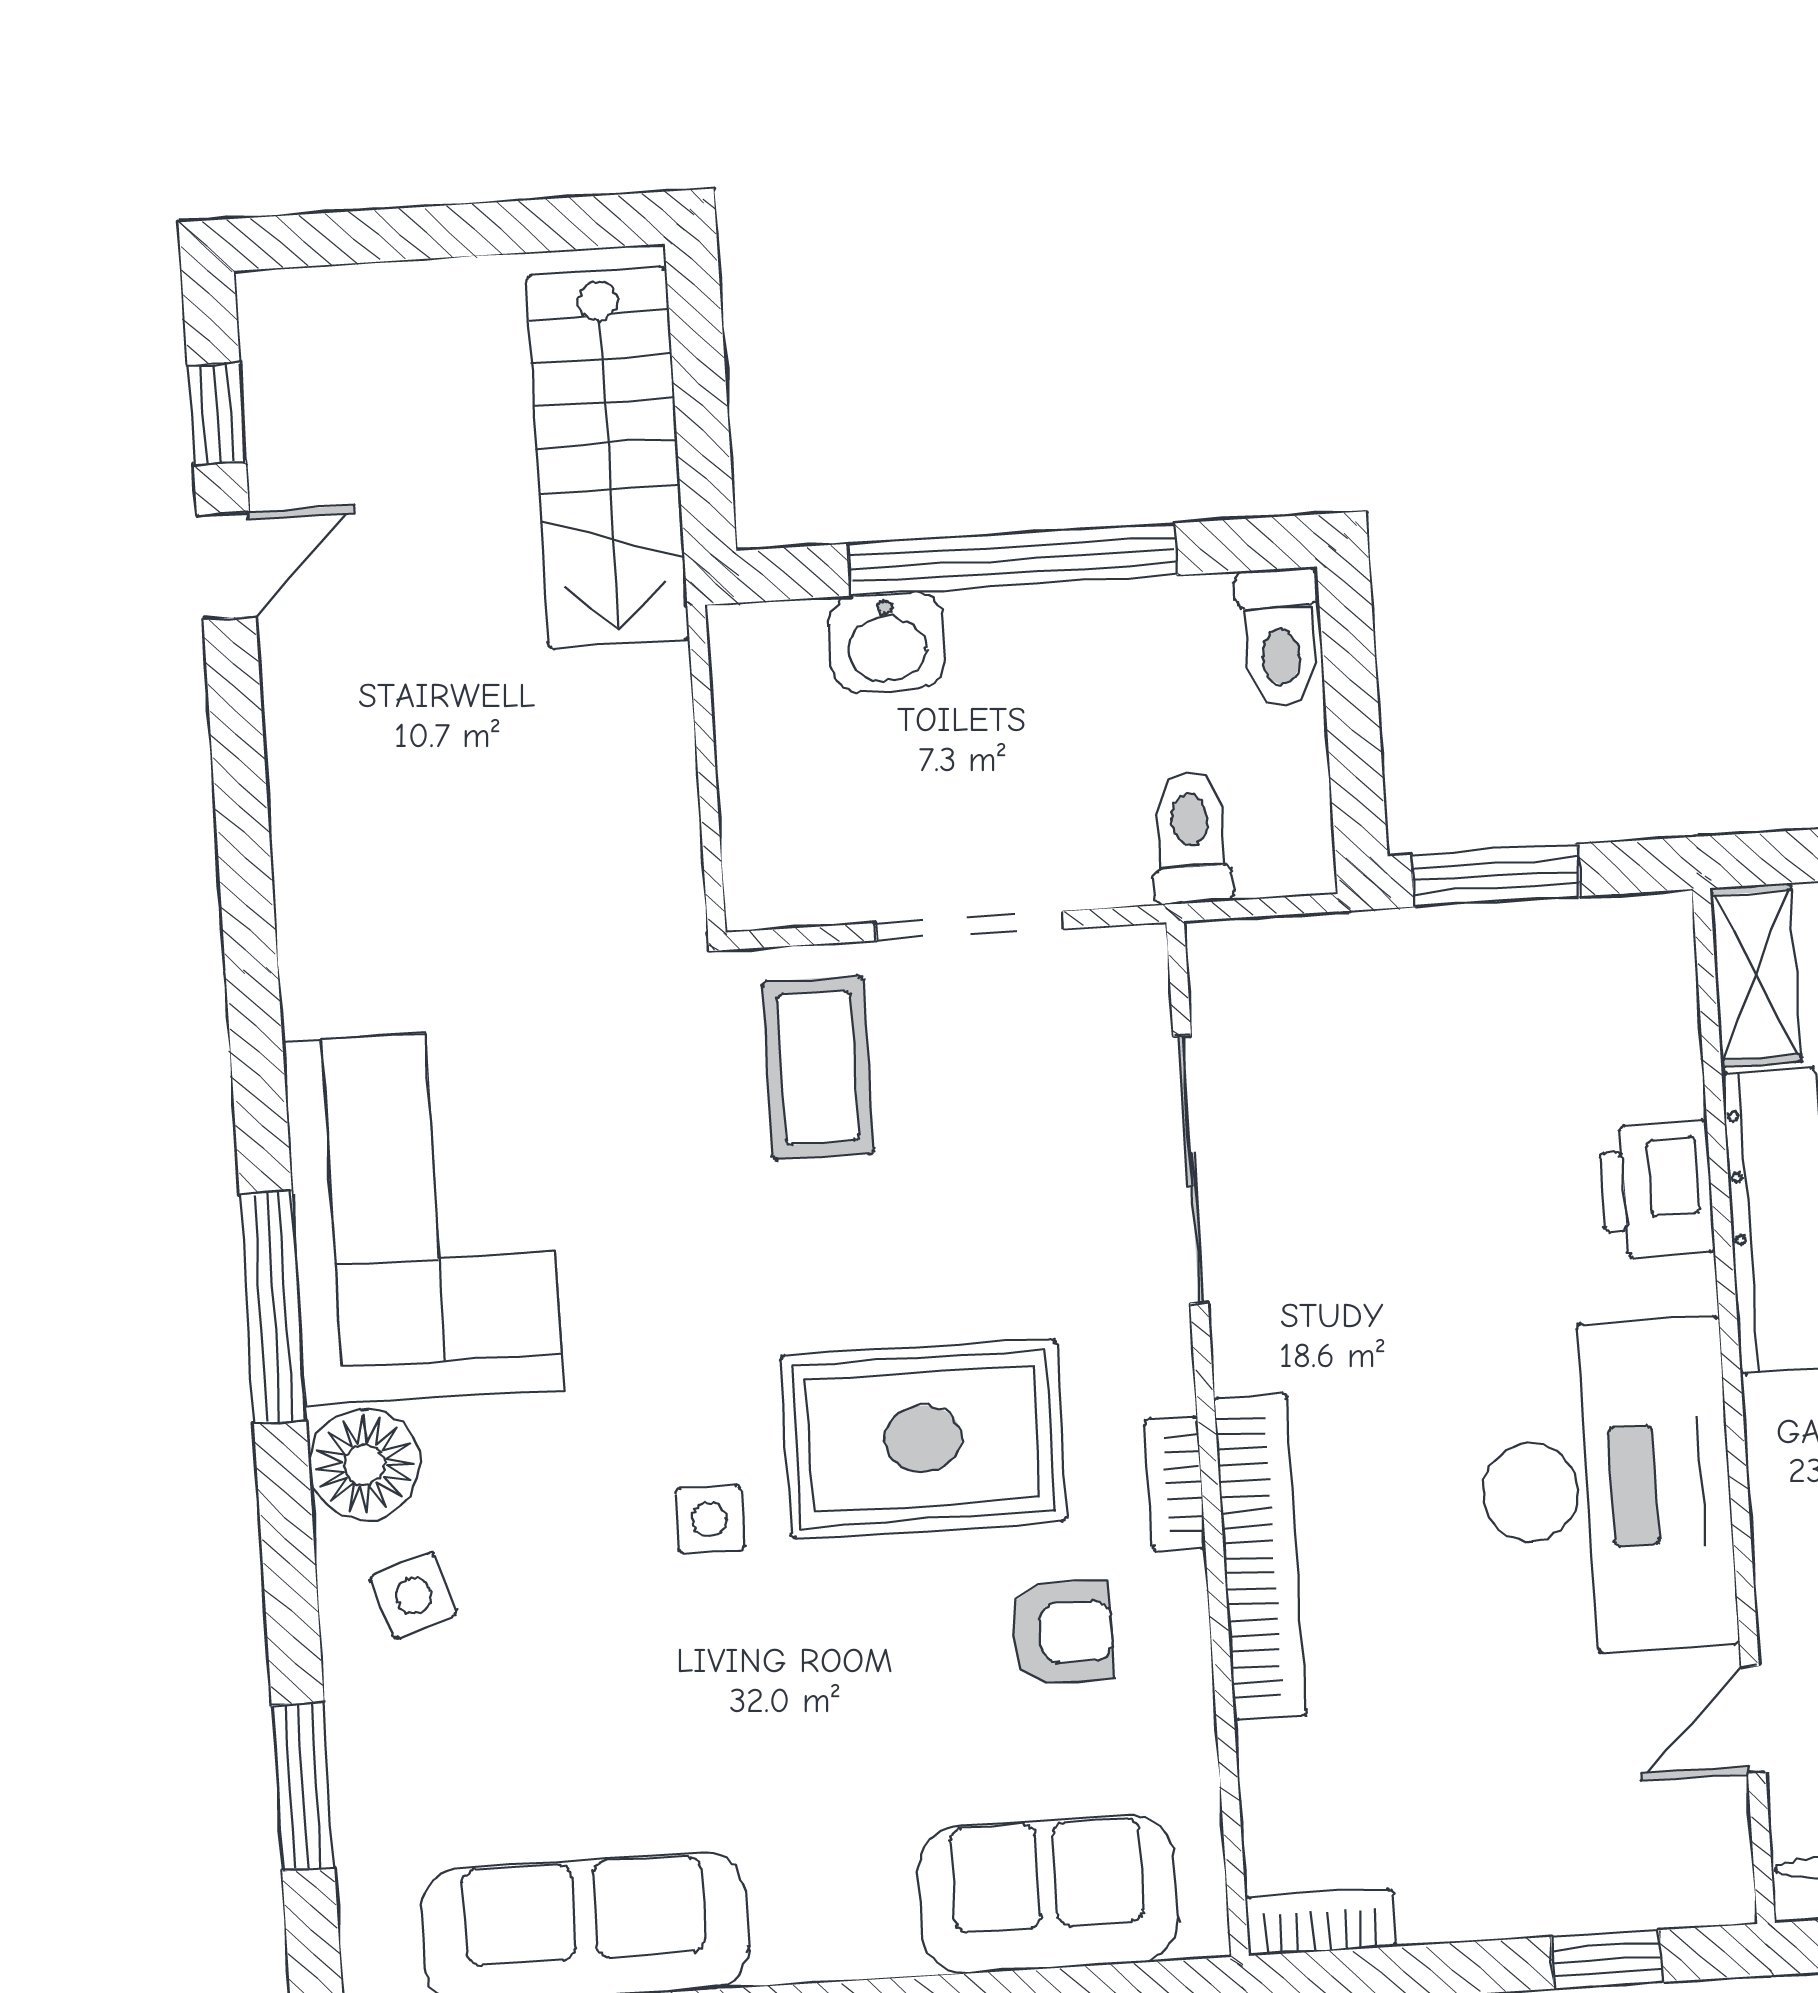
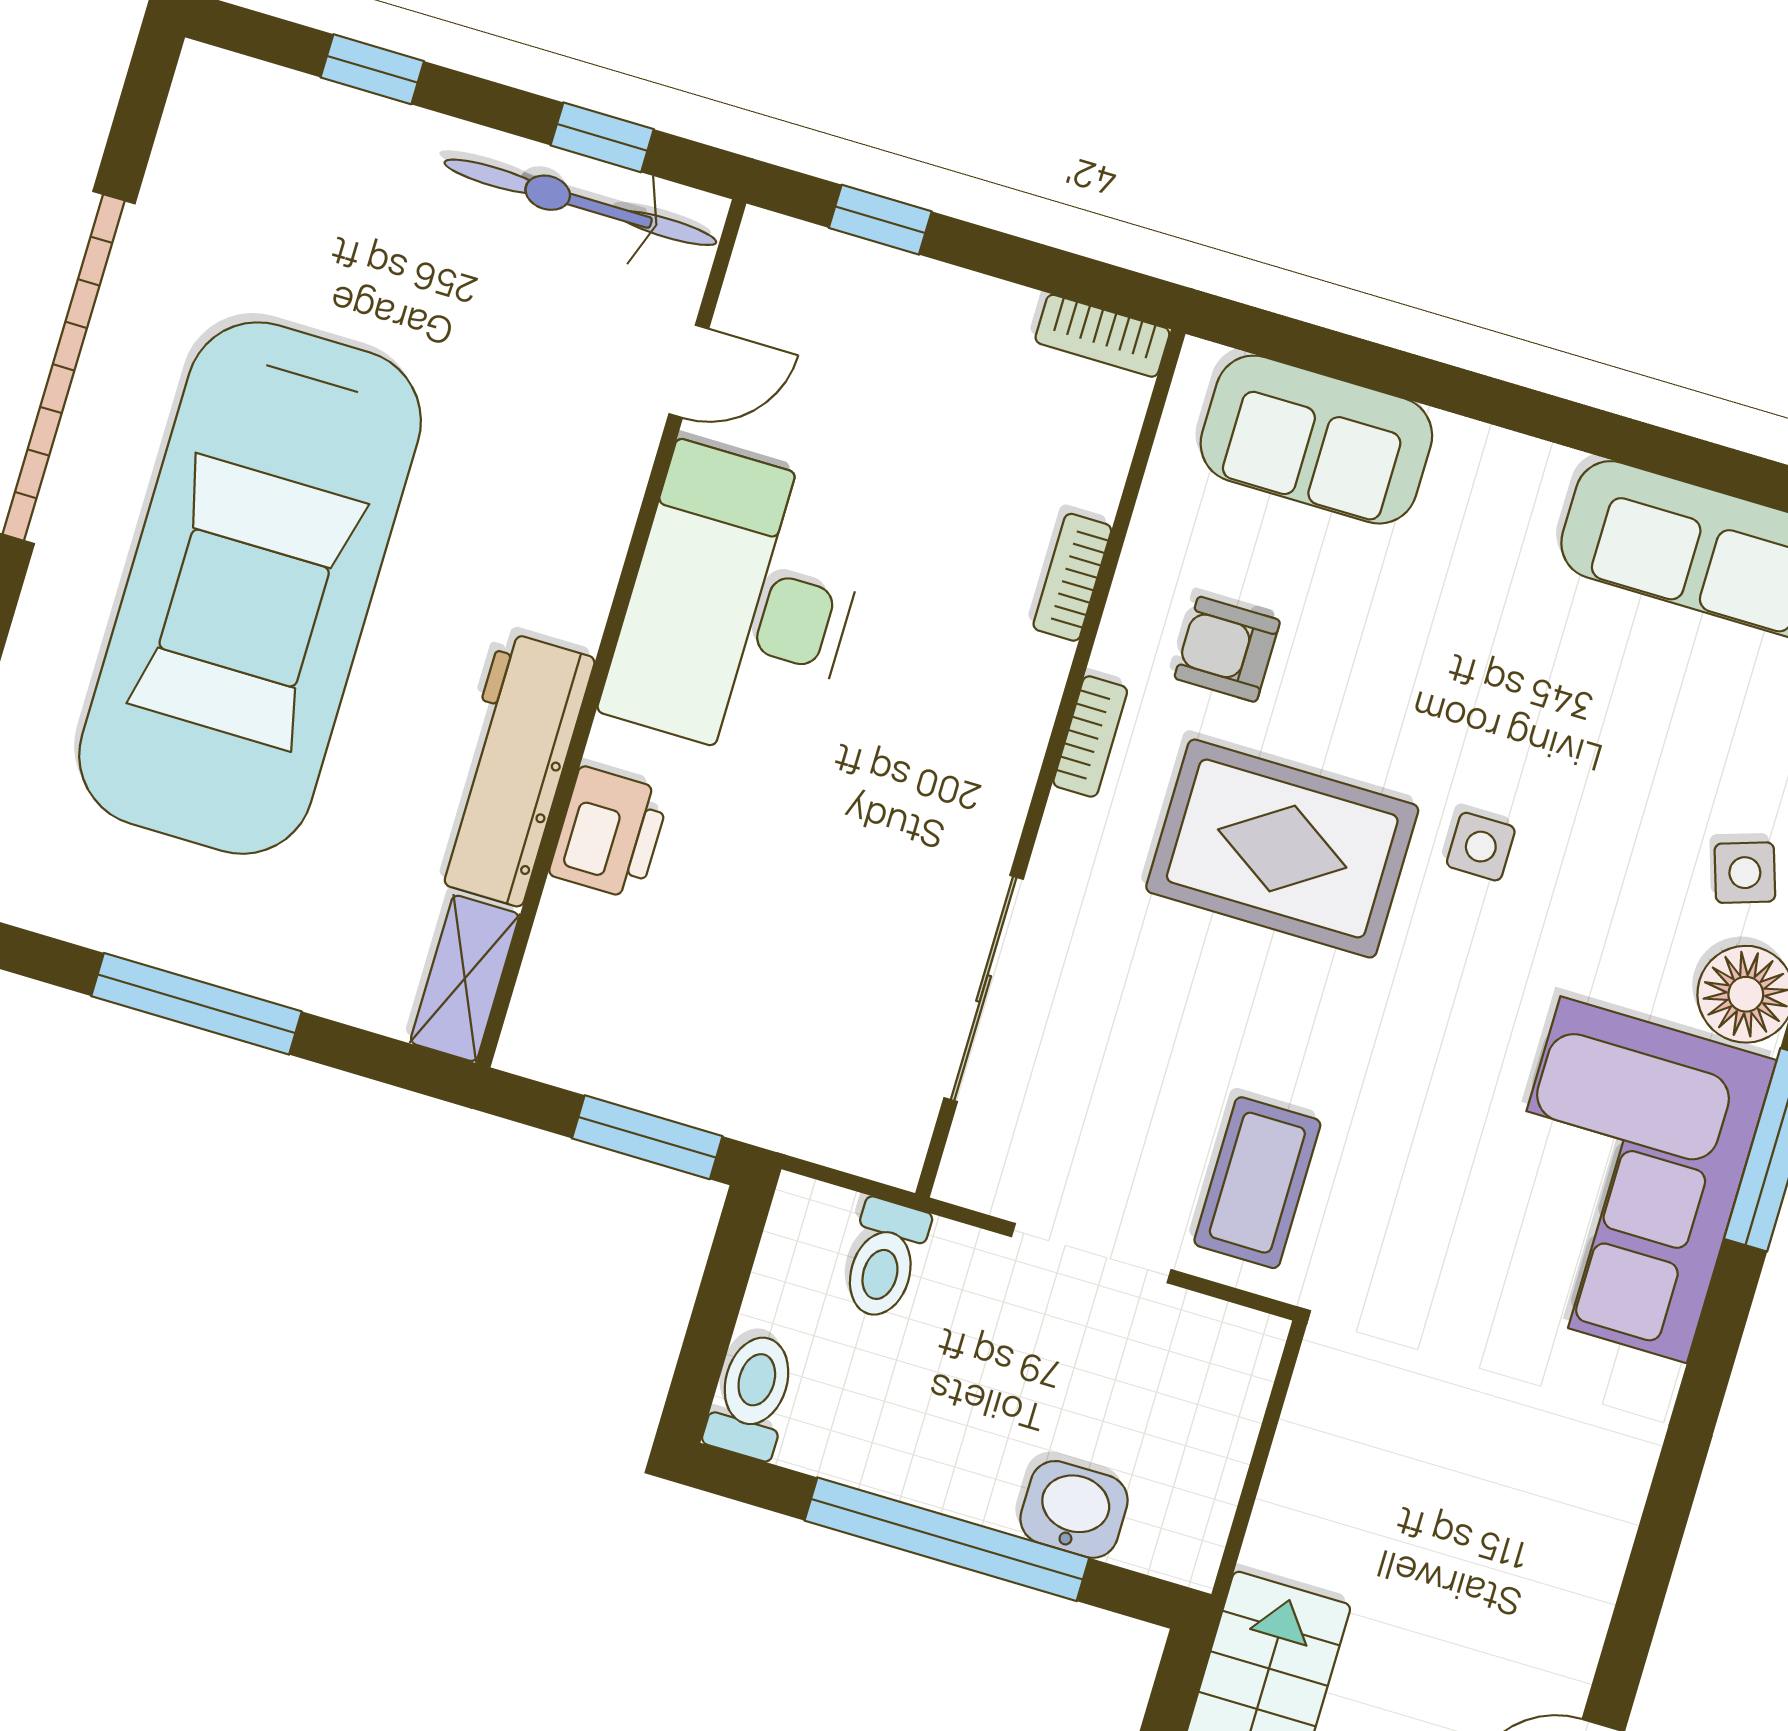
bookcase: (1260, 1557) -> (1072, 577), width x0.43, depth x0.76

